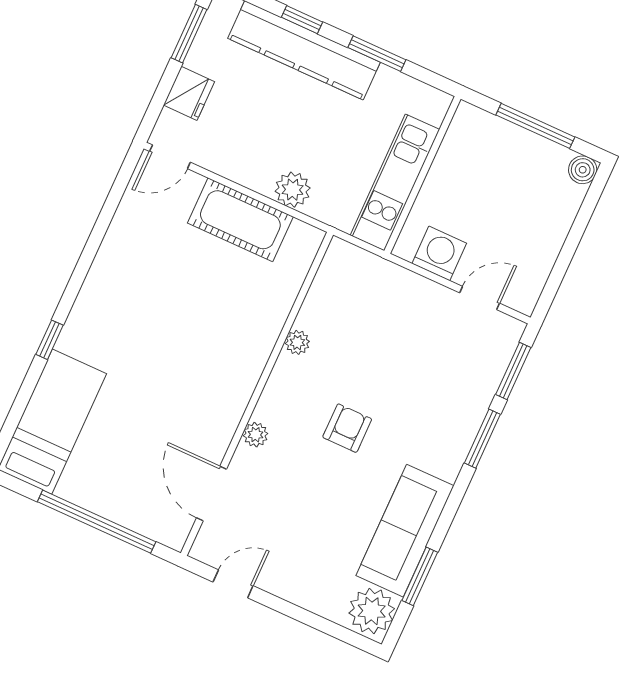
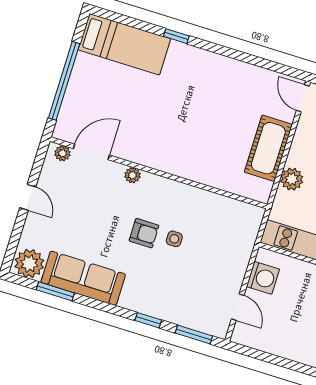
plant: (297, 342) -> (62, 153), moved
side table: (362, 382) -> (174, 239), added
window: (482, 439) -> (148, 320), width x0.67
door: (233, 584) -> (28, 197), moved

